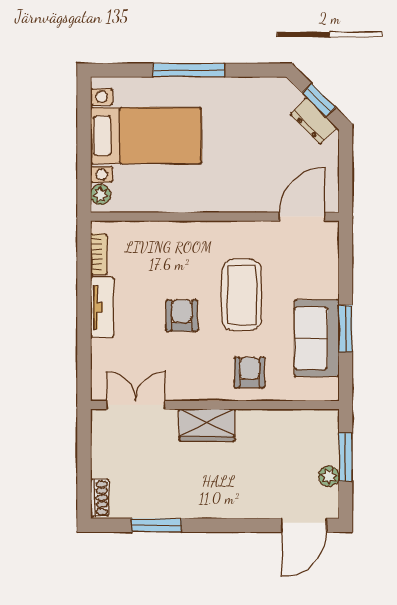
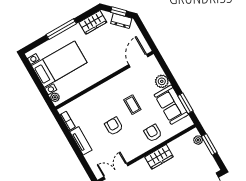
wardrobe: (257, 92) -> (93, 22), added
plant: (324, 283) -> (162, 81), added
coffee table: (242, 295) -> (132, 105), width x0.54, depth x0.58
window: (346, 329) -> (185, 103), moved
wardrobe: (207, 425) -> (159, 157), moved
plant: (329, 476) -> (198, 140), moved

